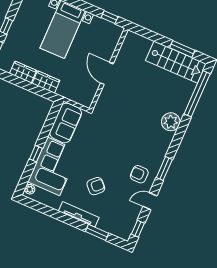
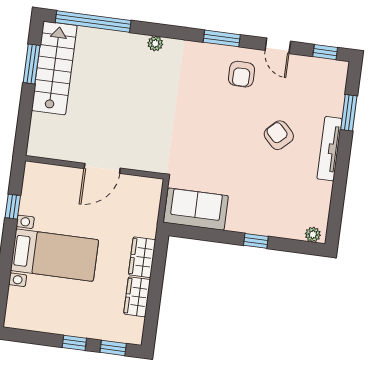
window: (110, 17) -> (13, 207), moved
plant: (171, 122) -> (155, 44), width x0.53, depth x0.53
corner sofa: (54, 166) -> (268, 208), removed

